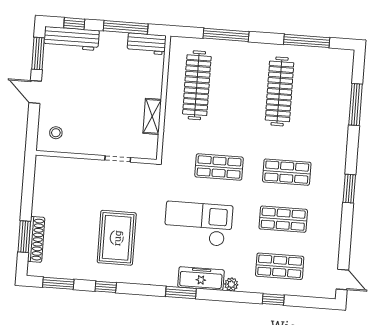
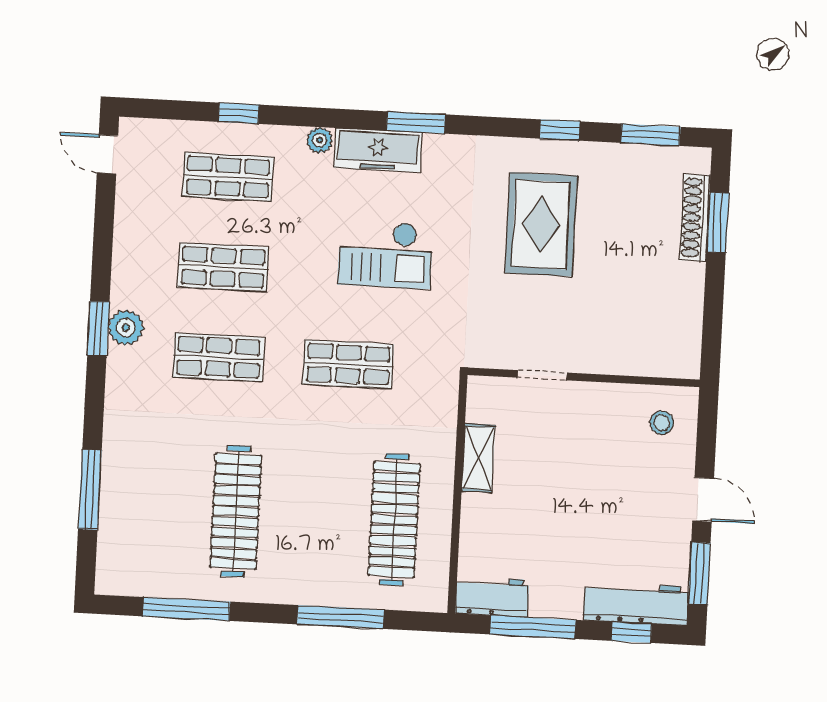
plant: (335, 189) -> (126, 328), added
checkout: (198, 224) -> (385, 254), width x0.73, depth x0.83

